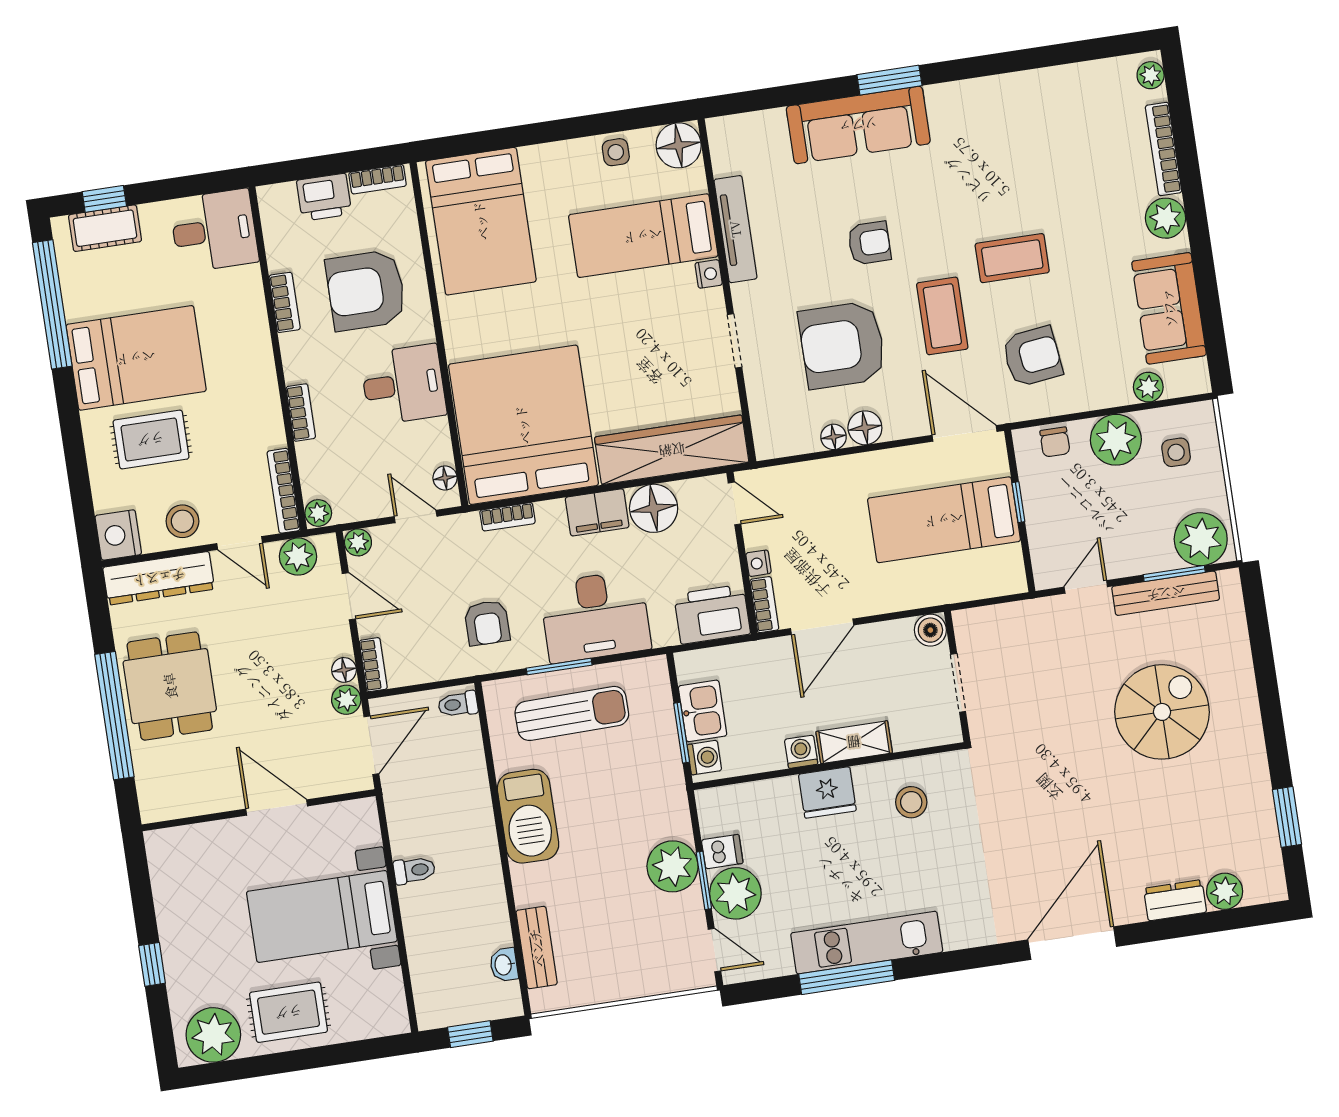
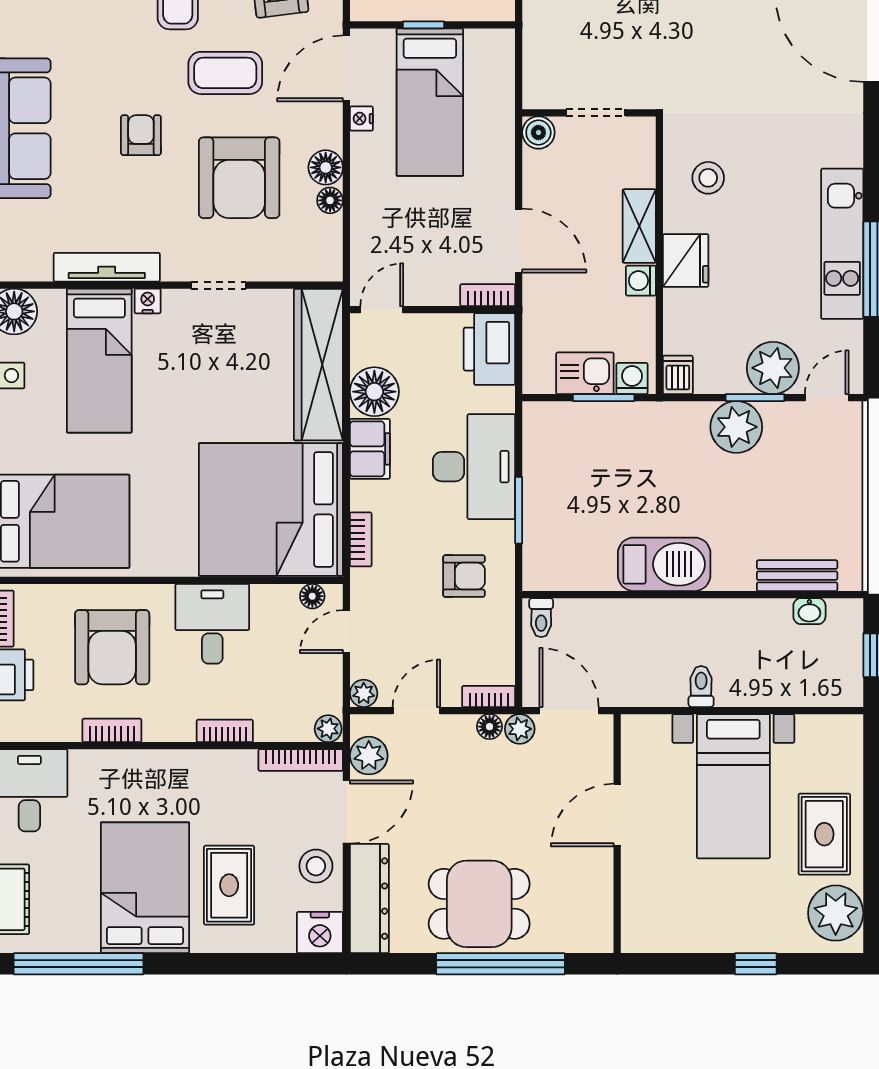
door: (240, 543) -> (346, 812), width x1.38
nightstand: (759, 563) -> (361, 119), moved, turned 90
sun lounger: (572, 713) -> (568, 505), removed
dishwasher: (722, 852) -> (678, 375), moved

